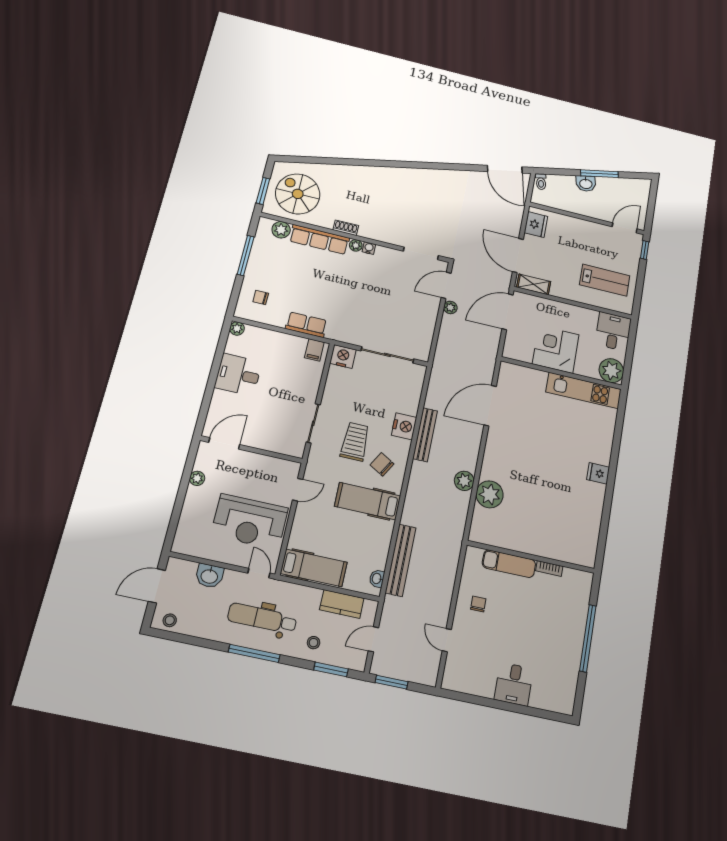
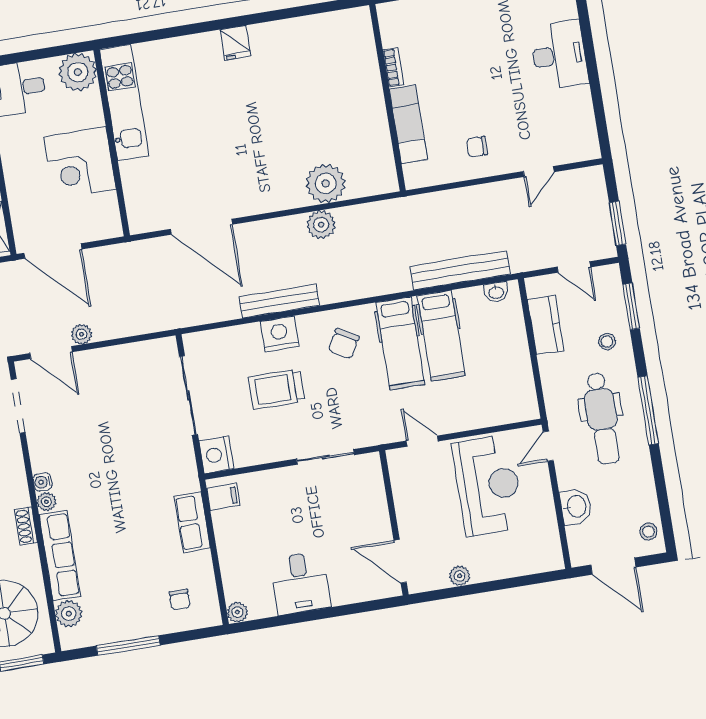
trolley: (355, 442) -> (276, 389), moved
hospital bed: (314, 568) -> (441, 336), moved, turned 180
desk: (514, 684) -> (559, 55), width x1.37

